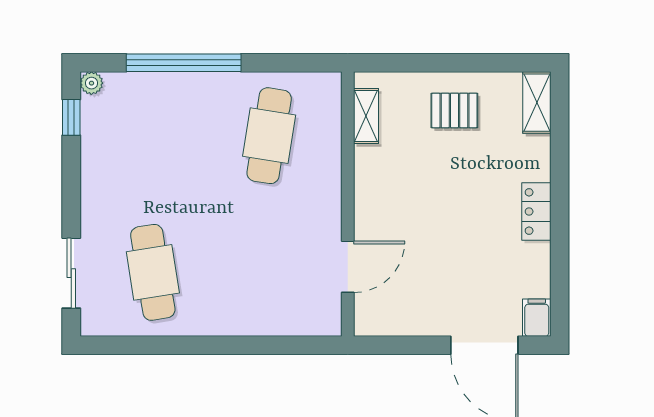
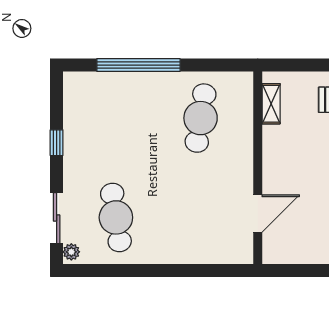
plant: (91, 83) -> (71, 252), moved
window: (71, 117) -> (57, 143), moved

